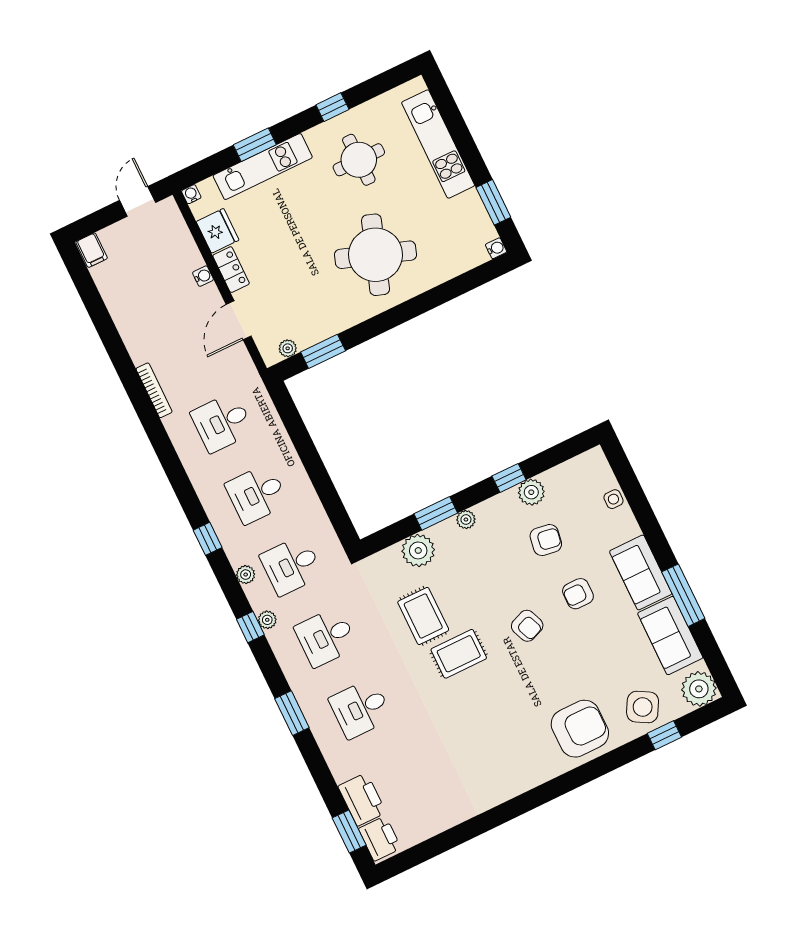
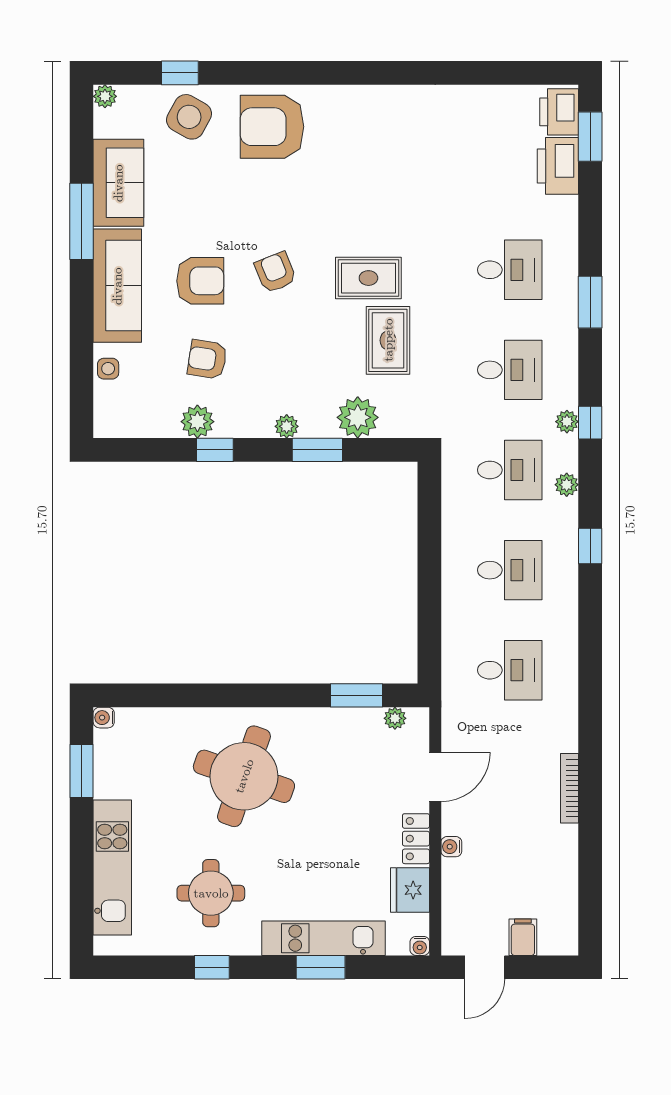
filing cabinet: (92, 250) -> (523, 937), moved
bookcase: (154, 390) -> (570, 788), moved
sofa: (641, 572) -> (117, 286), width x1.36
armchair: (578, 594) -> (200, 281), width x1.38, depth x1.38
plant: (699, 689) -> (105, 96), width x0.53, depth x0.53

